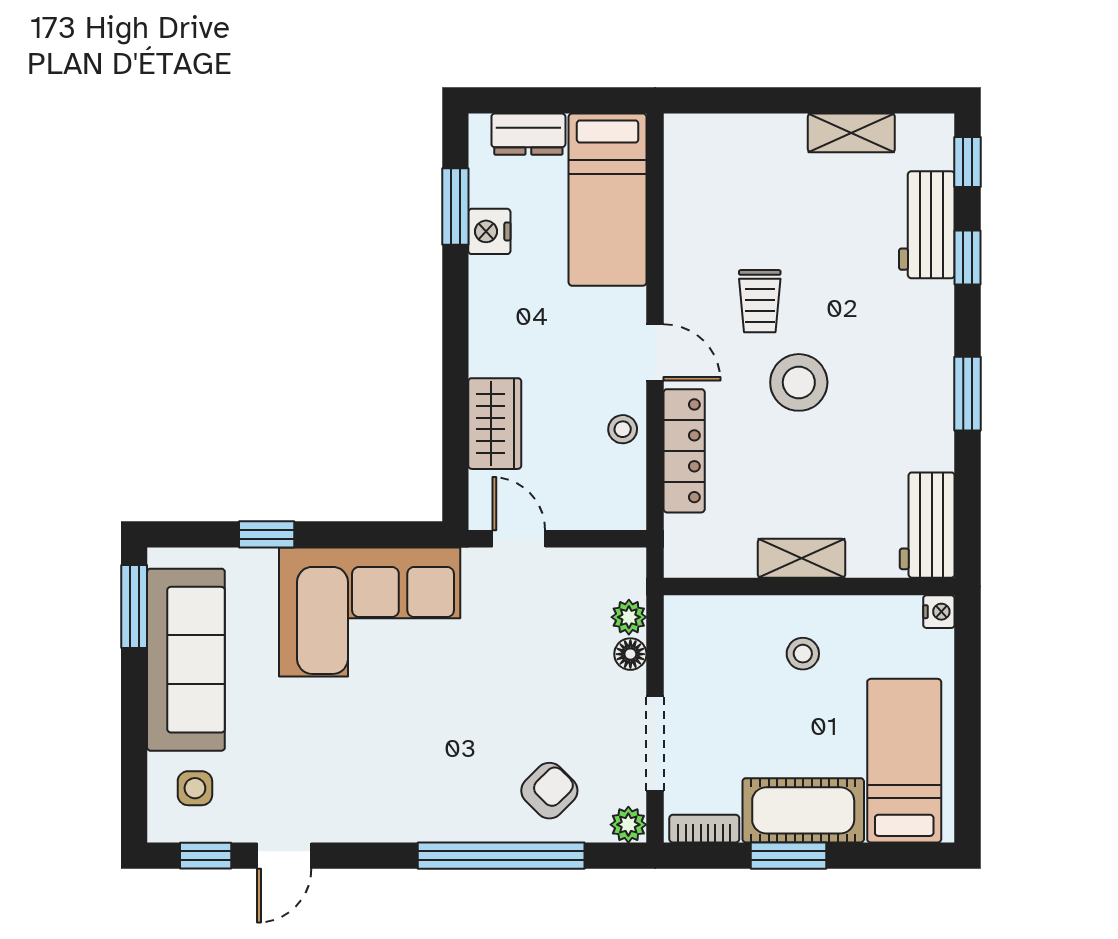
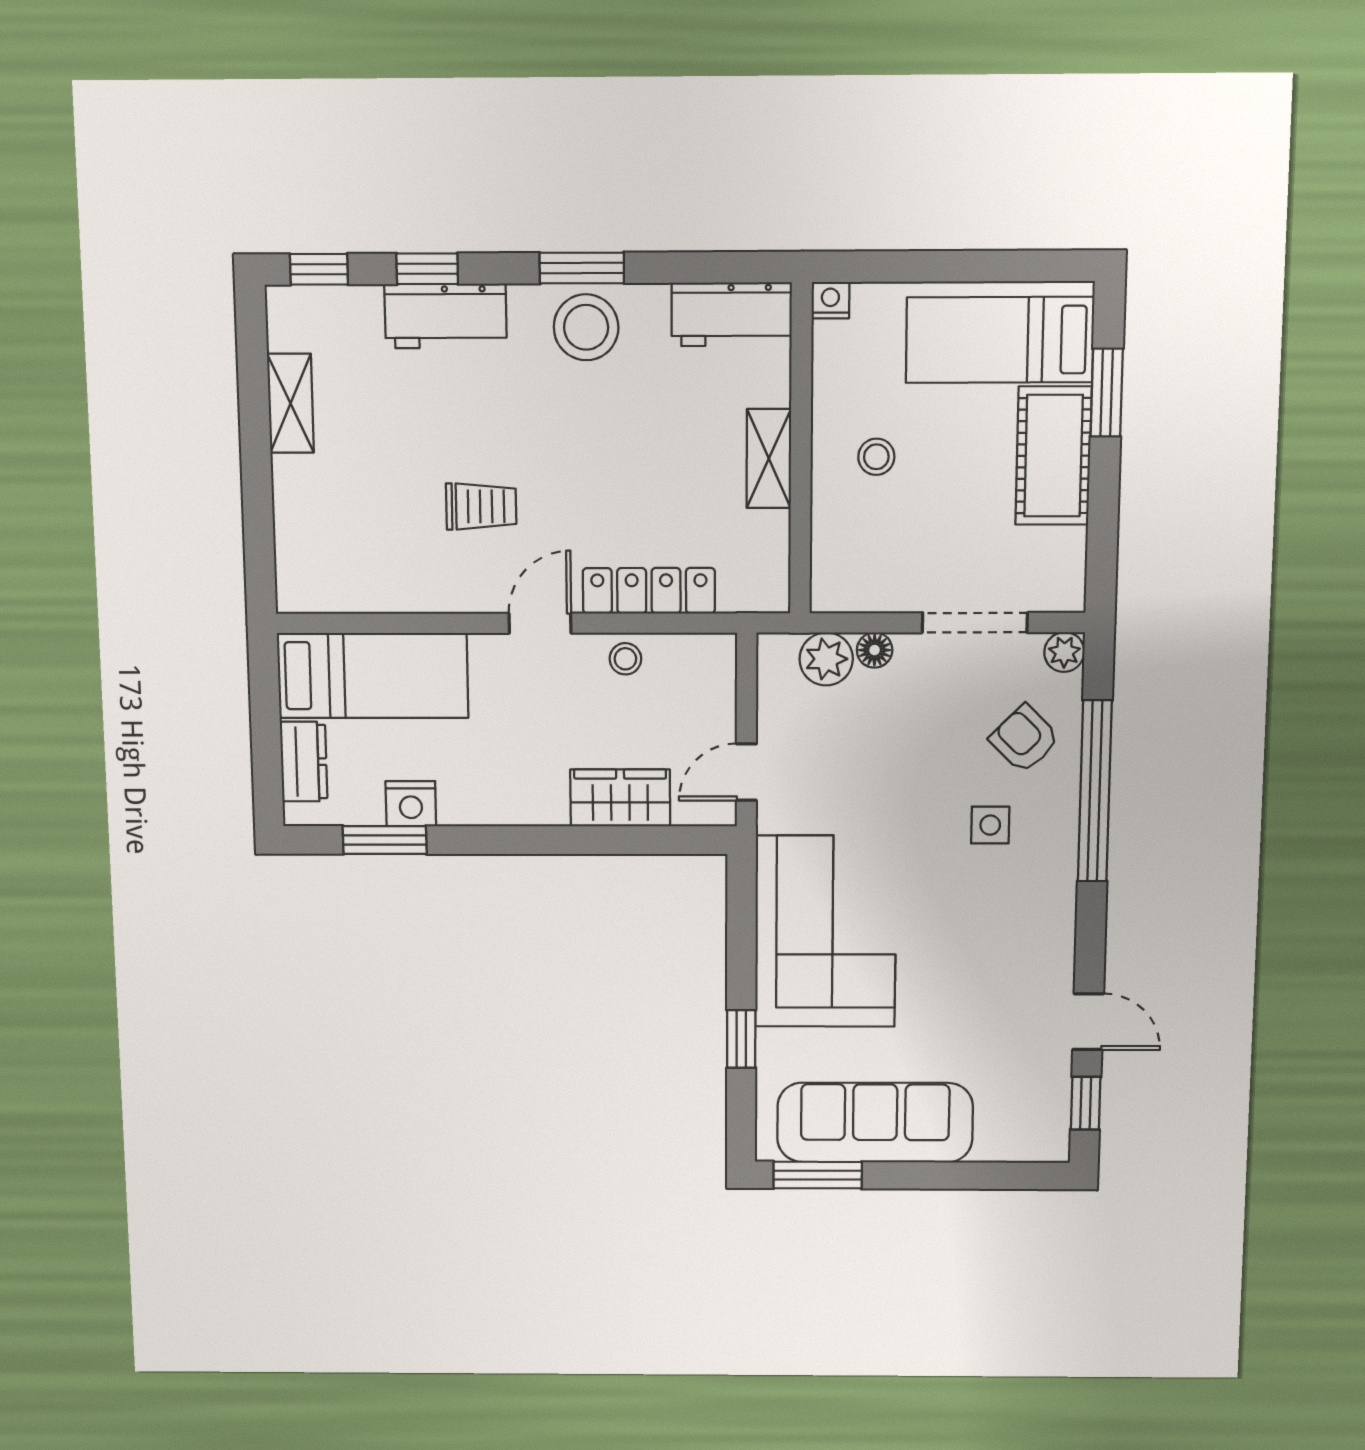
workbench: (927, 225) -> (446, 316), moved
stool: (799, 382) -> (586, 327), moved
plant: (629, 617) -> (826, 659), width x1.38, depth x1.38
side table: (195, 788) -> (990, 825), moved
bookcase: (704, 829) -> (1071, 568), removed
window: (789, 856) -> (1107, 393), moved

